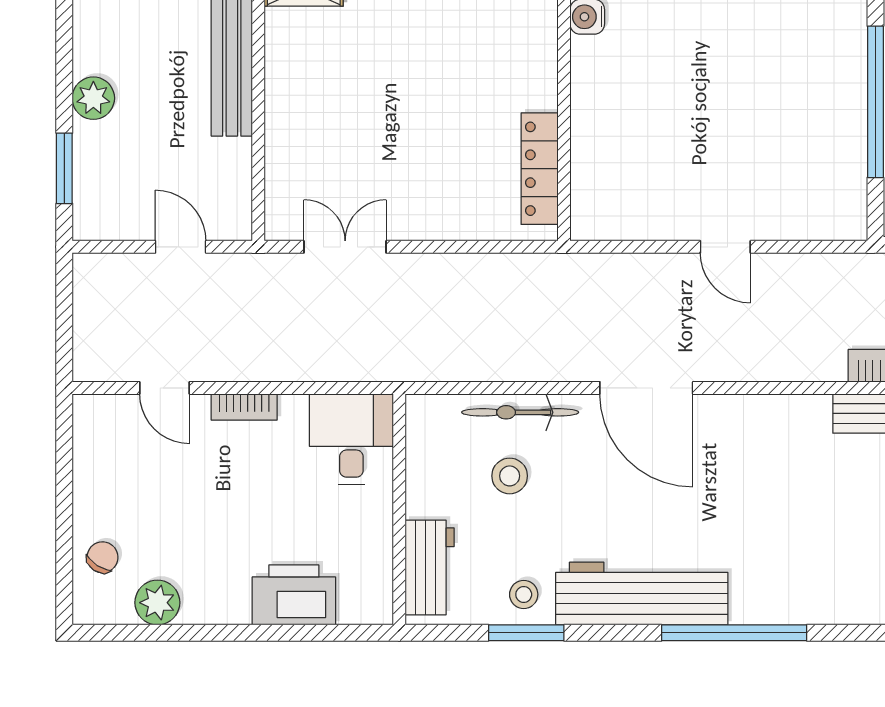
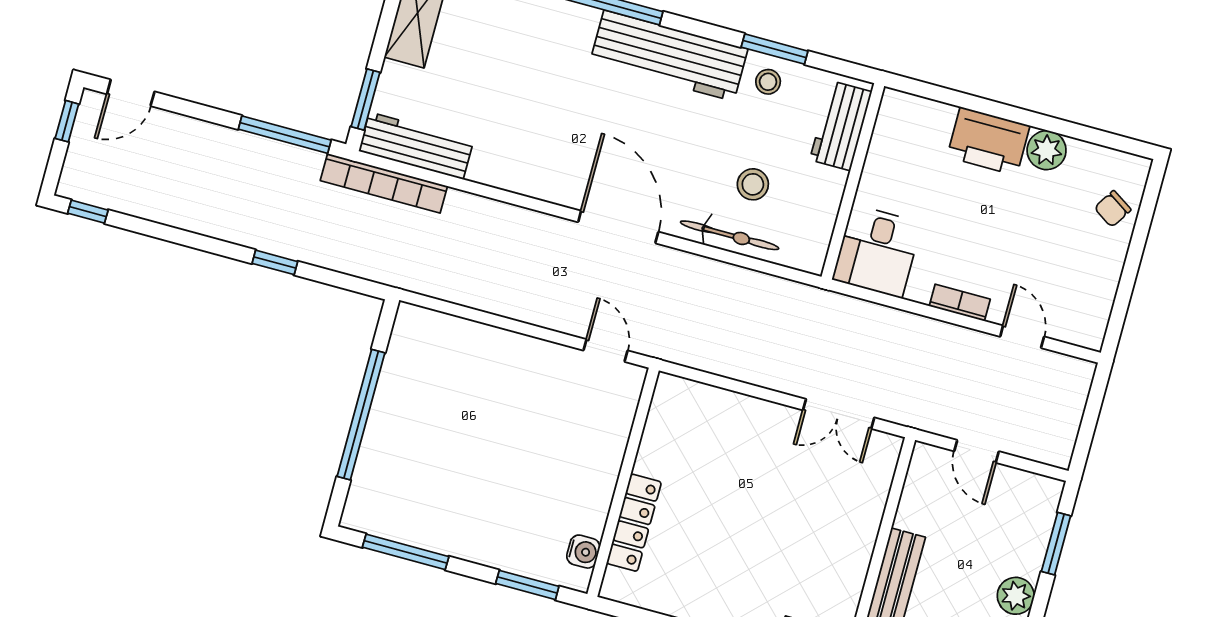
locker: (540, 169) -> (634, 523), moved
door: (725, 247) -> (605, 351), moved
printer: (294, 595) -> (988, 141), moved
plant: (157, 603) -> (1047, 150), moved

